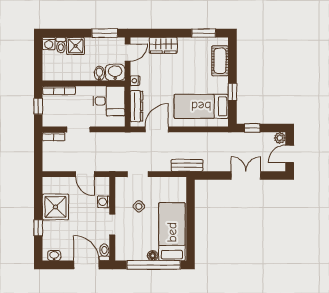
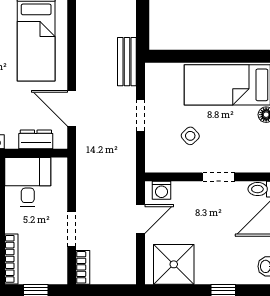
dresser: (137, 106) -> (36, 139), width x0.70
doorway: (138, 174) -> (141, 115), moved
washing machine: (104, 202) -> (162, 190), moved
shower: (55, 207) -> (174, 264), moved

